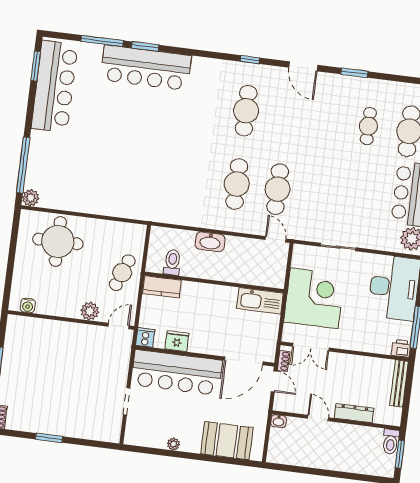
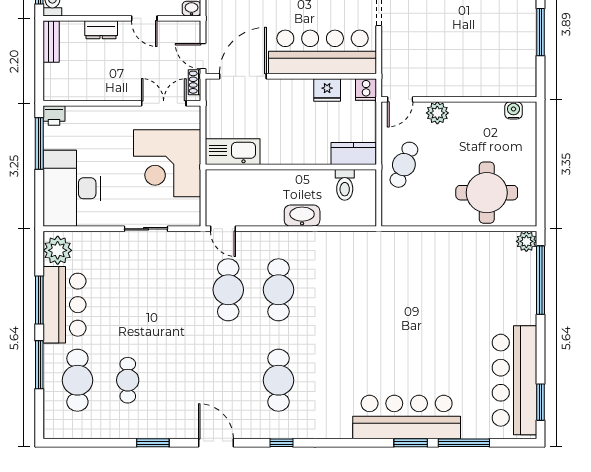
bench: (399, 383) -> (51, 42), moved, width x0.73
dresser: (354, 413) -> (101, 30), width x0.70

